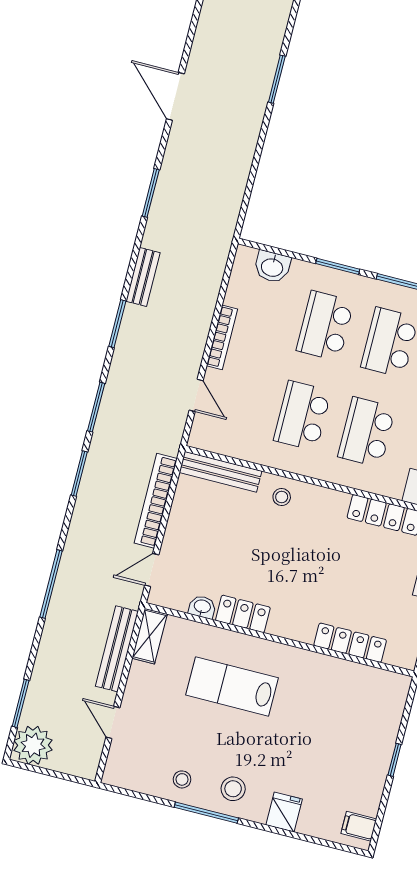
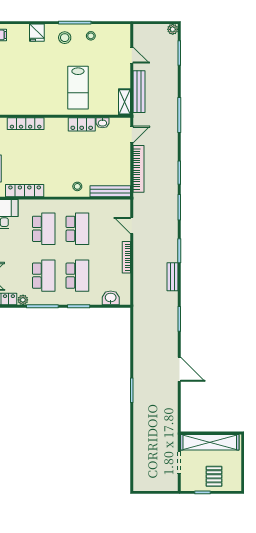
lab bench: (232, 686) -> (78, 88), turned 90
plant: (33, 745) -> (173, 29), width x0.53, depth x0.53

